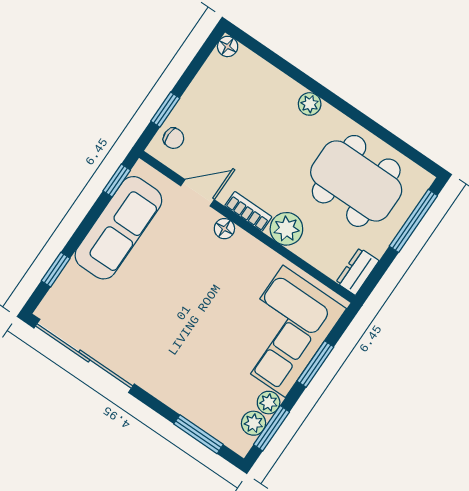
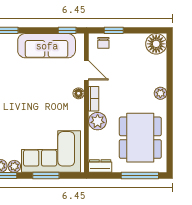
floor lamp: (228, 46) -> (156, 44), width x1.89, depth x1.89

